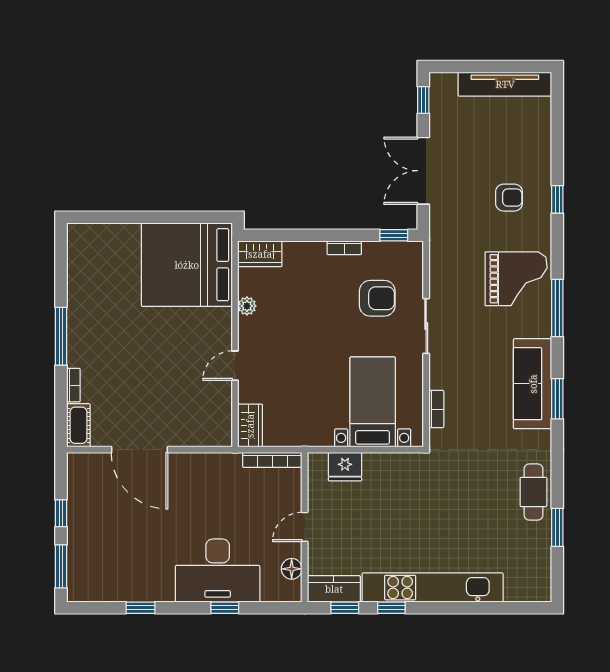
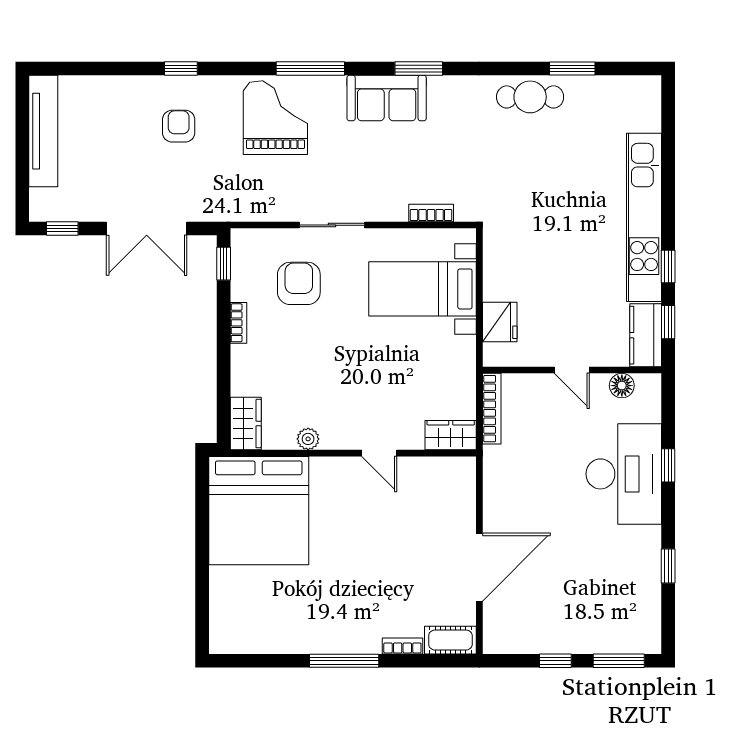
sofa: (533, 384) -> (387, 98), width x0.73

